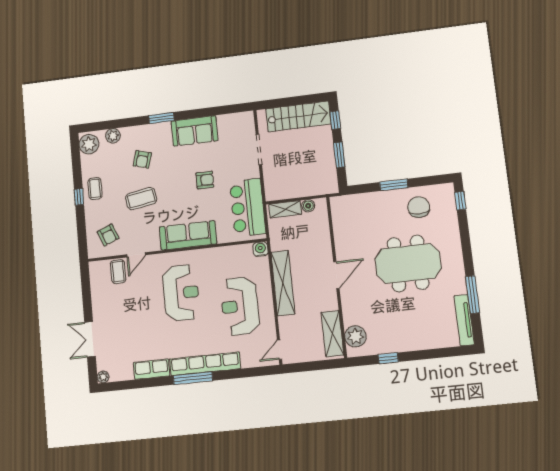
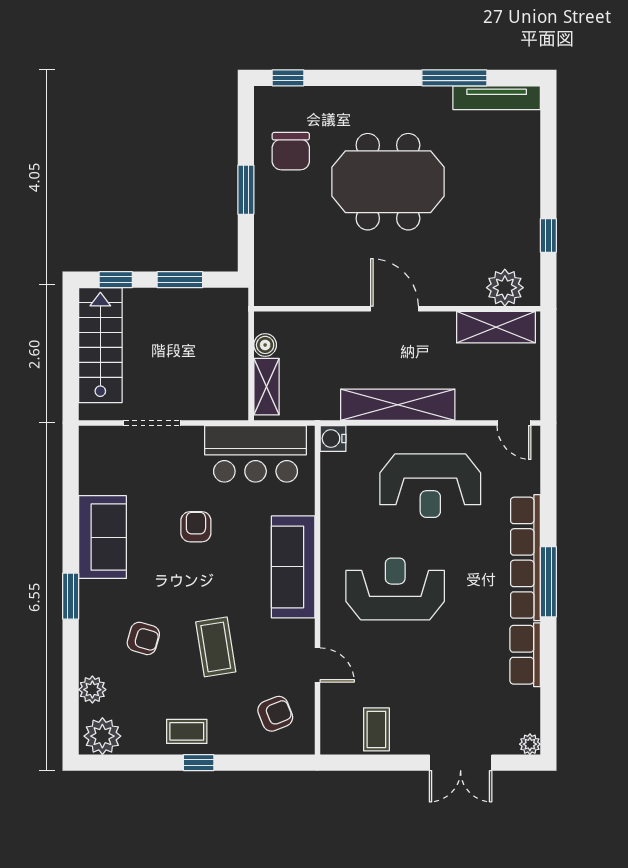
chair: (419, 207) -> (291, 151), turned -90
meeting table: (408, 264) -> (388, 182), turned 90
coffee table: (118, 272) -> (376, 729), moved, turned 90

